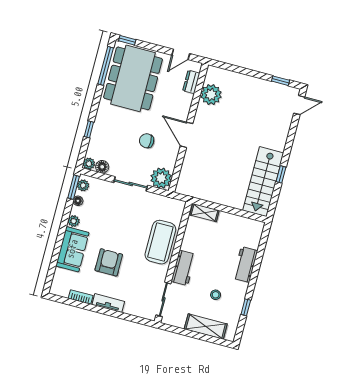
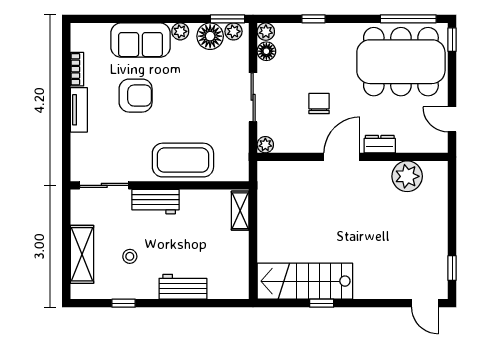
dresser: (191, 82) -> (380, 144), moved
plant: (161, 178) -> (265, 145), width x0.53, depth x0.53
floor lamp: (78, 201) -> (210, 36), width x1.89, depth x1.89

